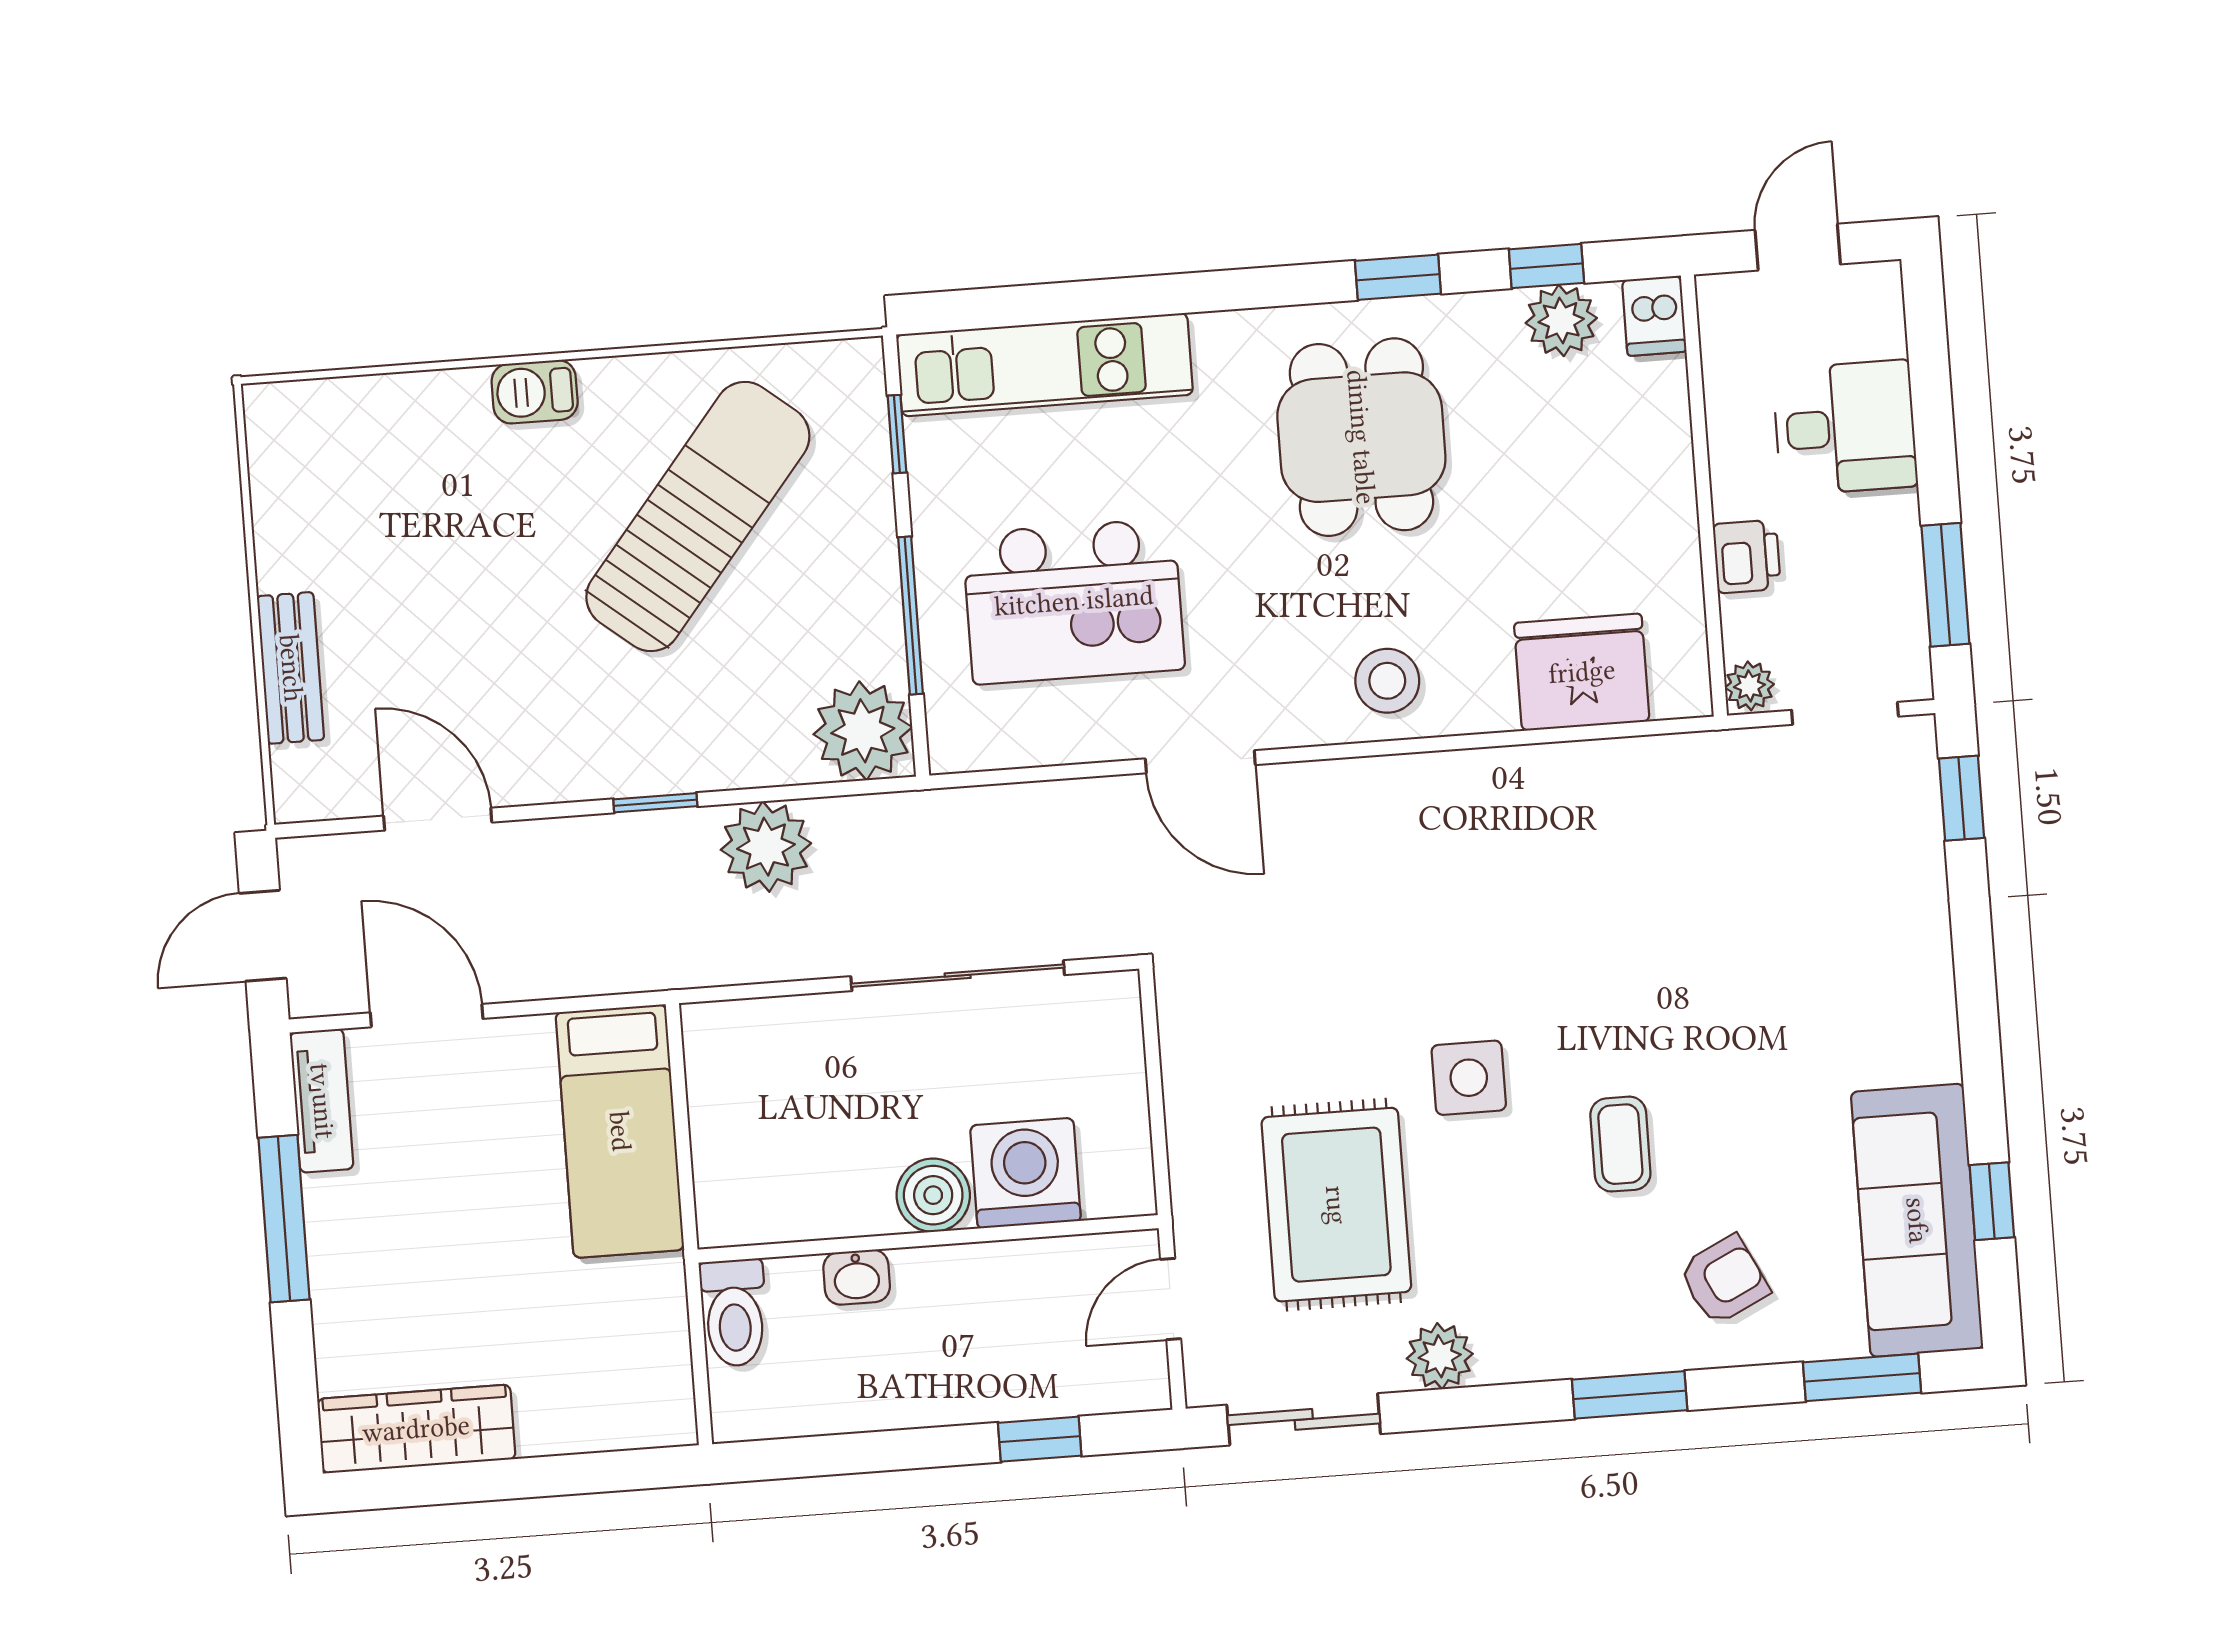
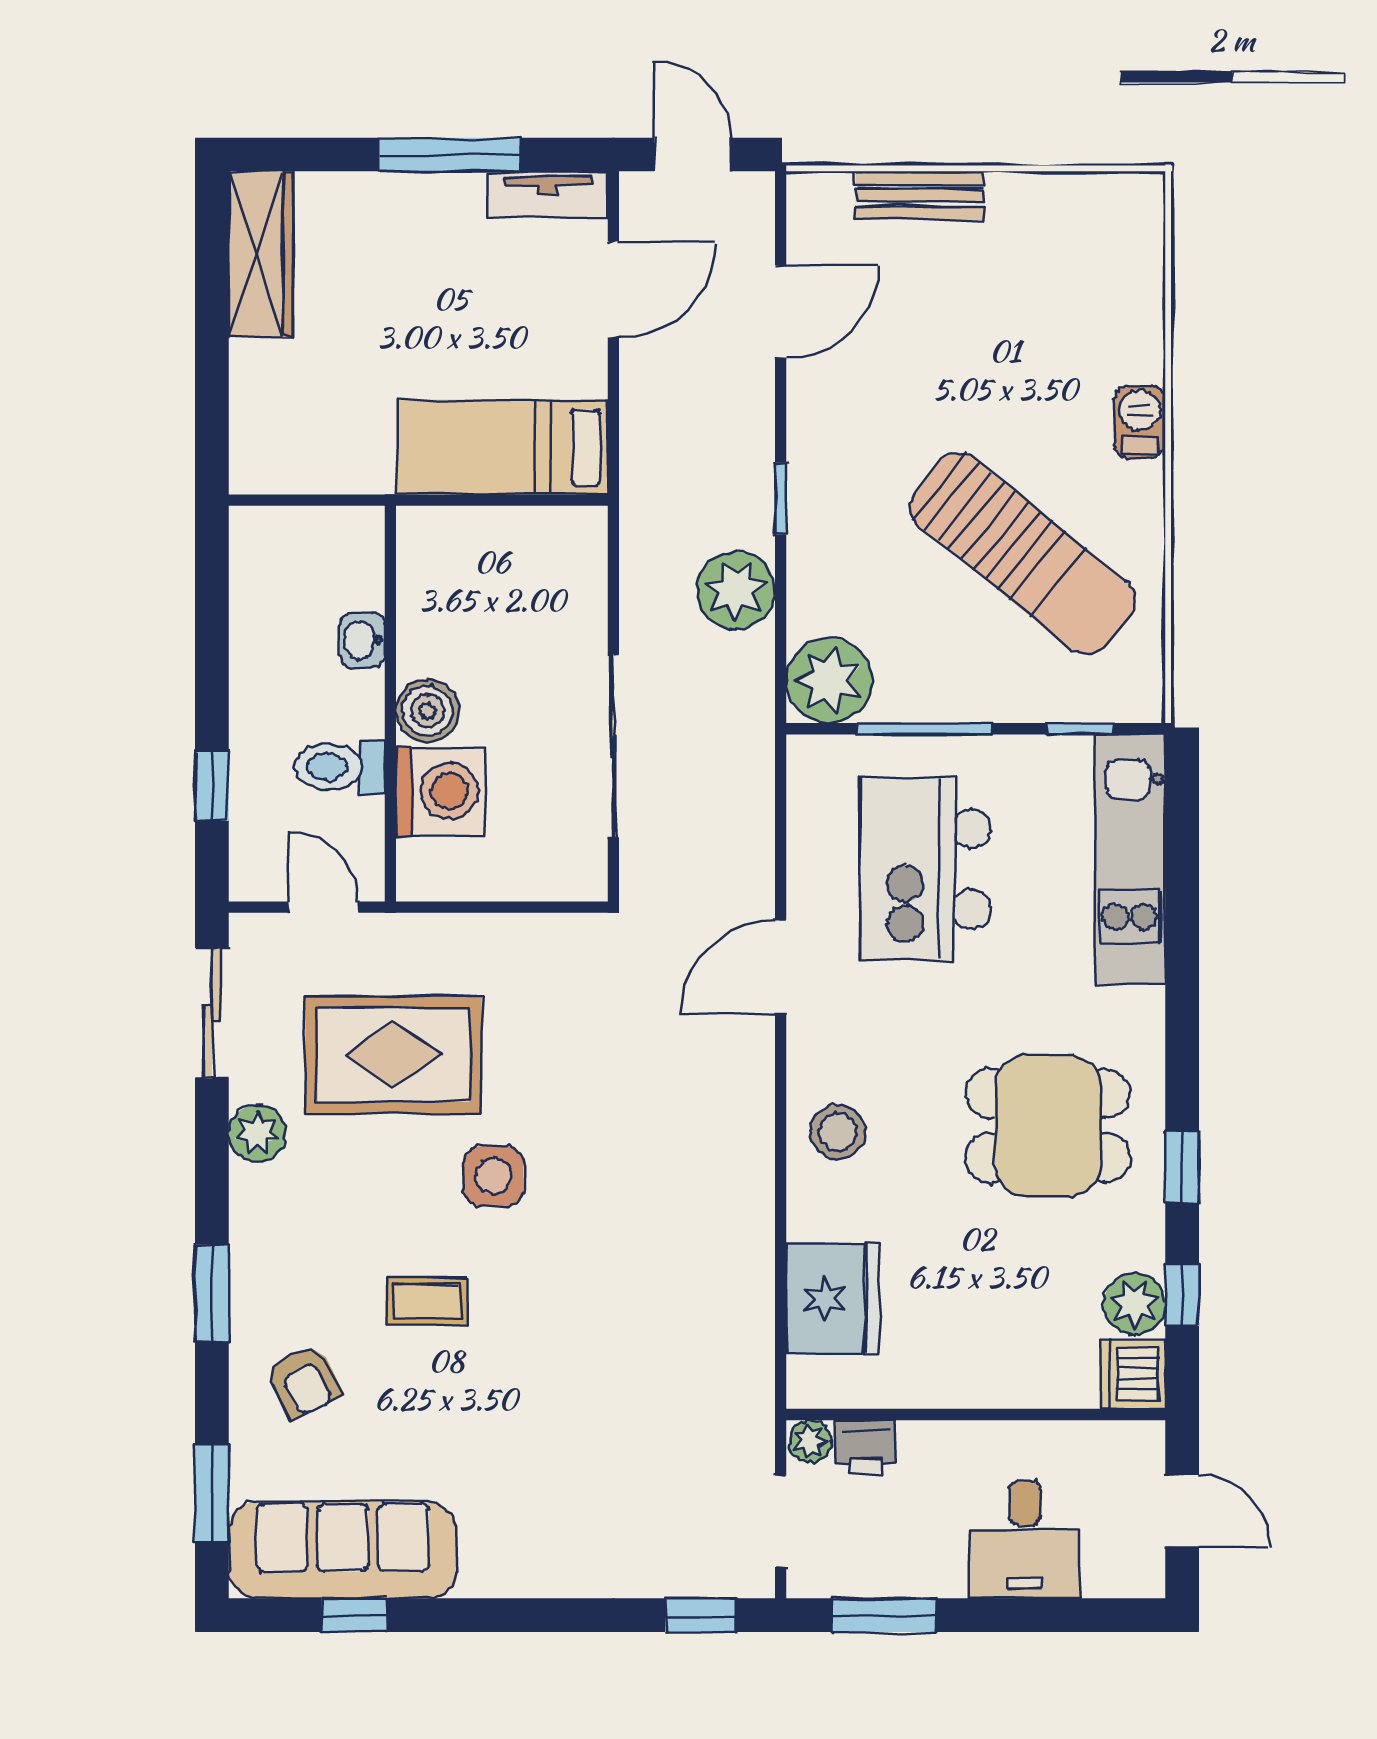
dishwasher: (1654, 316) -> (1133, 1374), width x1.38
printer: (1747, 556) -> (866, 1447), moved
toilet: (734, 1313) -> (340, 767), moved

